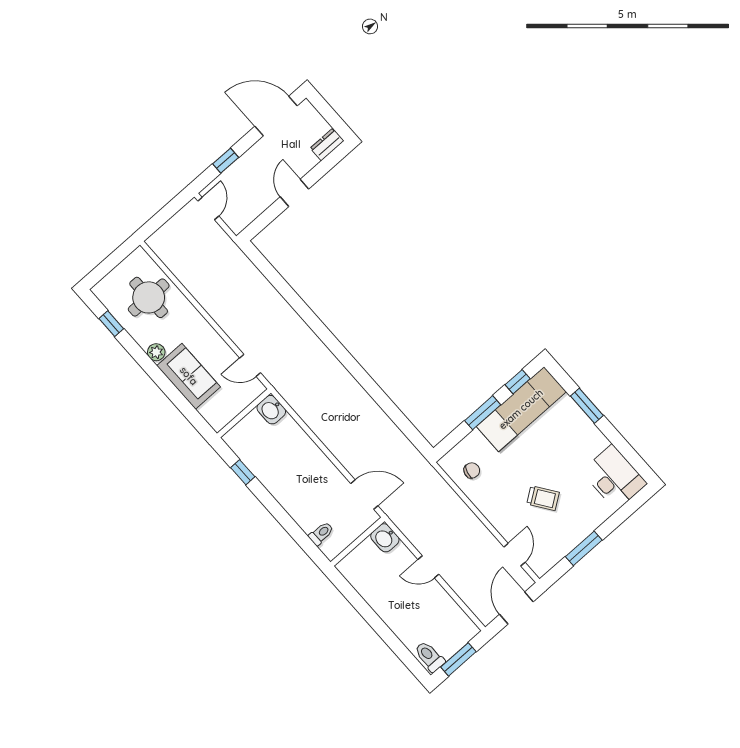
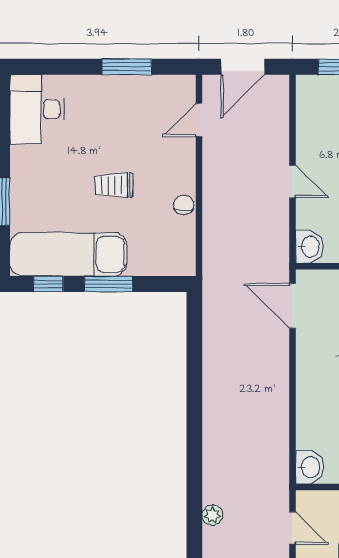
plant: (303, 332) -> (212, 515), added
chair: (472, 470) -> (184, 205), moved, turned 75
trolley: (543, 498) -> (114, 185), moved, turned -55

